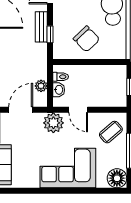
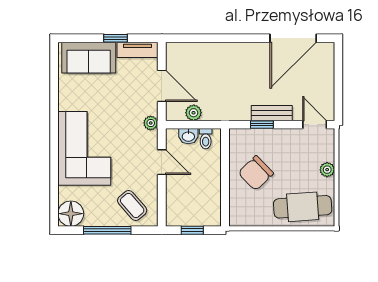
door: (78, 110) -> (162, 162), swing flipped
plant: (53, 123) -> (151, 123), width x0.53, depth x0.53

